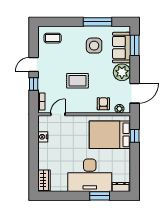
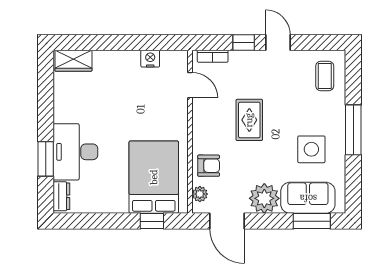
window: (97, 22) -> (353, 130), moved
desk: (90, 175) -> (75, 152), width x0.73, depth x0.77

